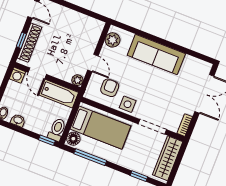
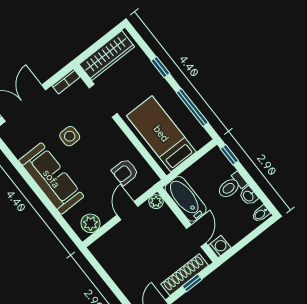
side table: (128, 104) -> (70, 136), moved
toilet: (57, 130) -> (232, 186), moved
floor lamp: (73, 139) -> (199, 139), removed
window: (139, 176) -> (160, 67), moved

